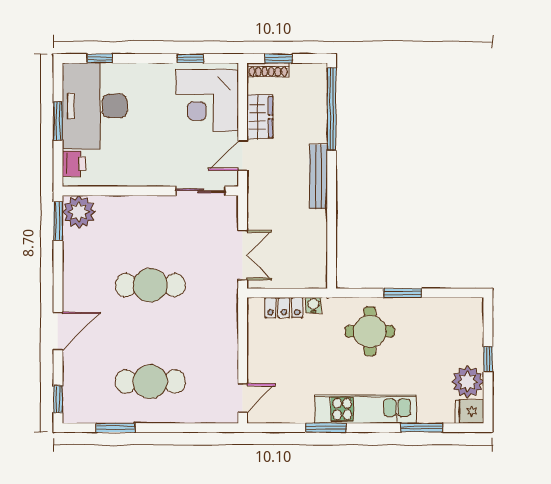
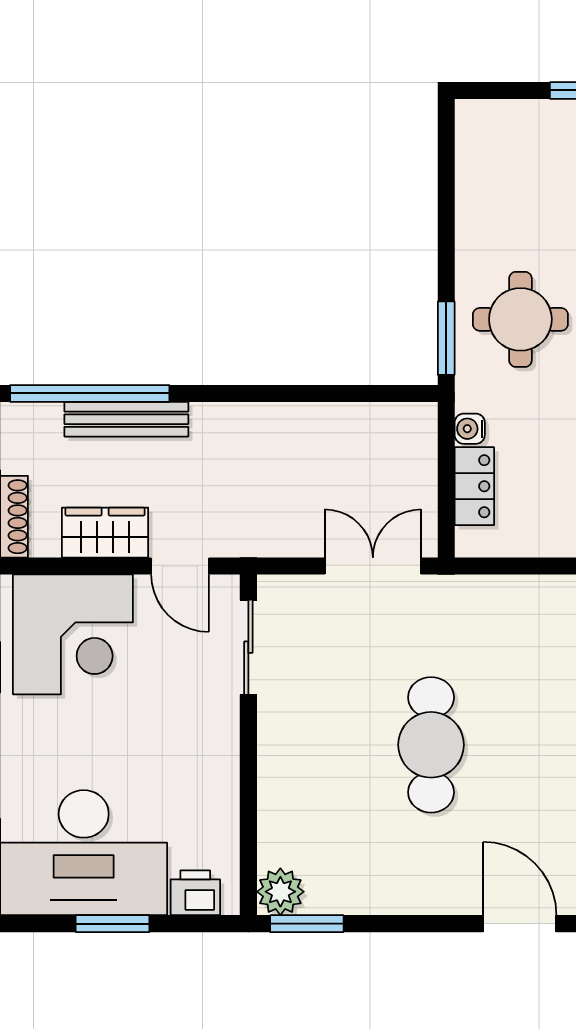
bench: (318, 177) -> (126, 419), moved
plant: (79, 212) -> (280, 892), width x0.73, depth x0.73
window: (403, 293) -> (446, 338), moved

